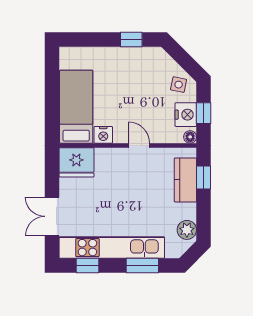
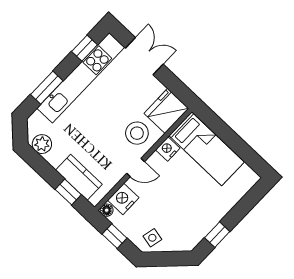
nightstand: (186, 115) -> (123, 199), moved, turned 90
stool: (113, 168) -> (137, 133), added

